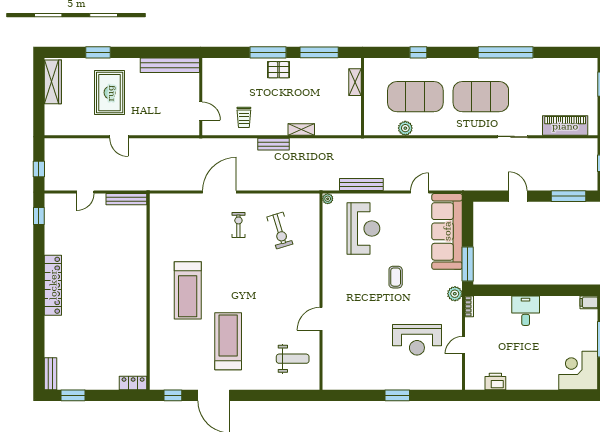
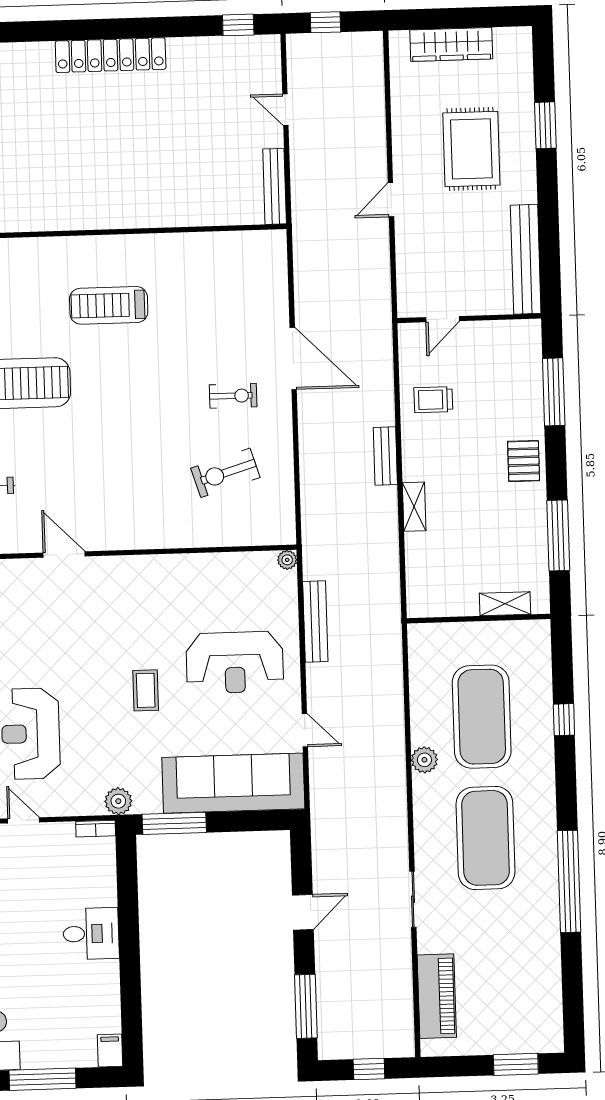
window: (268, 52) -> (554, 392), moved
wardrobe: (53, 82) -> (451, 44), moved
rug: (110, 93) -> (471, 149), turned 90
plant: (405, 128) -> (424, 760), moved
door: (119, 137) -> (391, 200), moved
reception desk: (363, 228) -> (235, 662), moved
coffee table: (396, 277) -> (146, 690), turned 90
treadmill: (188, 290) -> (109, 305), width x0.73, depth x0.73

